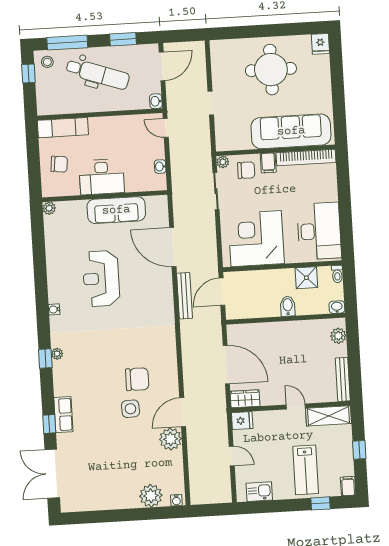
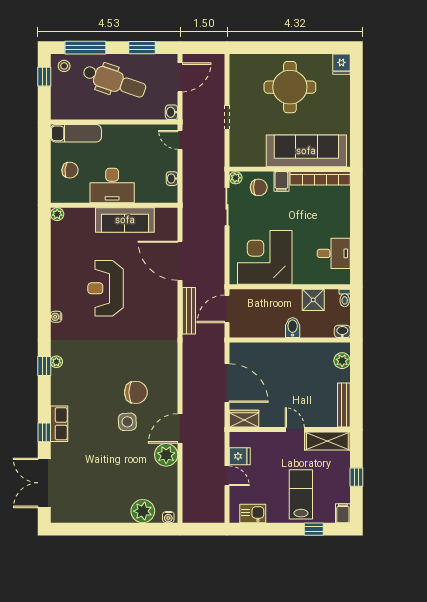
desk: (319, 231) -> (334, 253), width x0.53, depth x0.77
fridge: (242, 421) -> (240, 456), moved
lab bench: (306, 470) -> (301, 494), turned 180

